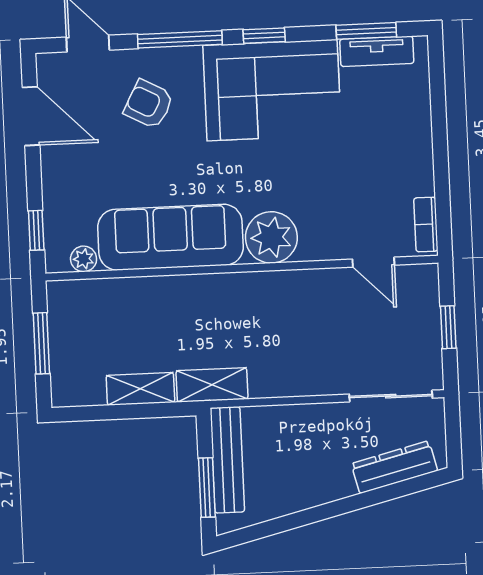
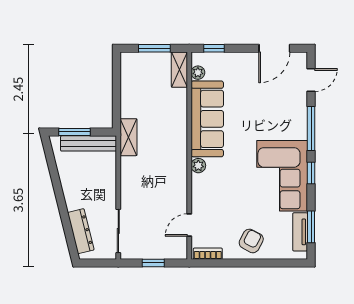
armchair: (149, 104) -> (251, 241), moved
plant: (271, 237) -> (198, 166), width x0.53, depth x0.53
shelving: (140, 389) -> (179, 70), moved

